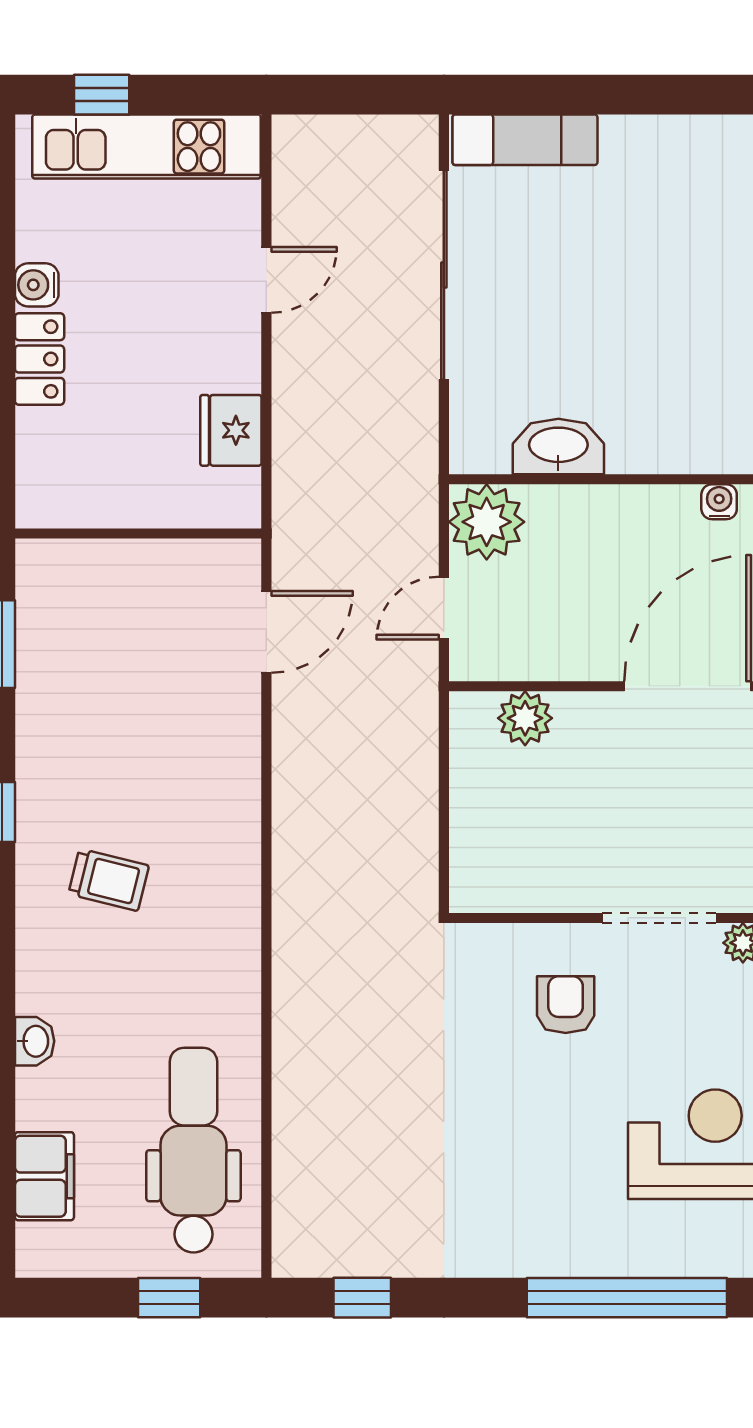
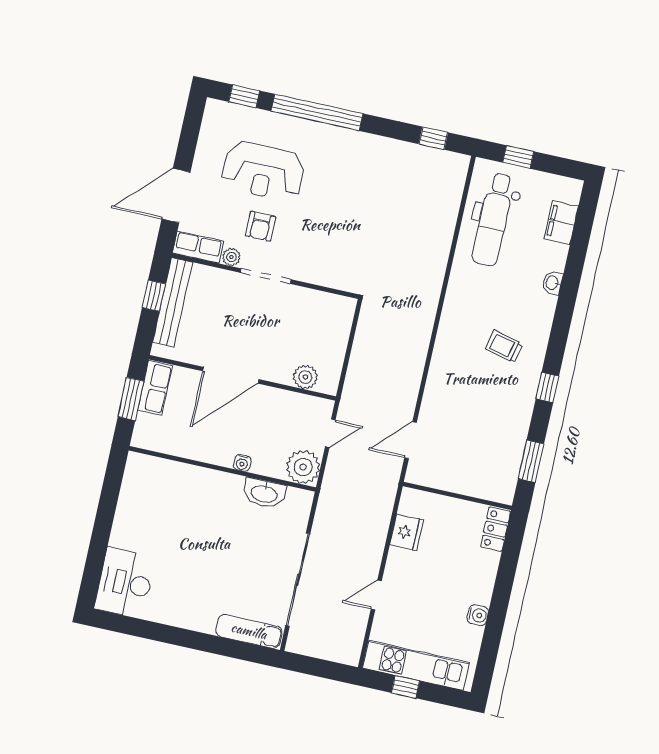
window: (102, 95) -> (405, 687), moved
locker: (40, 359) -> (496, 529), moved
water cooler: (719, 502) -> (242, 463), moved
armchair: (566, 1005) -> (260, 226), moved

